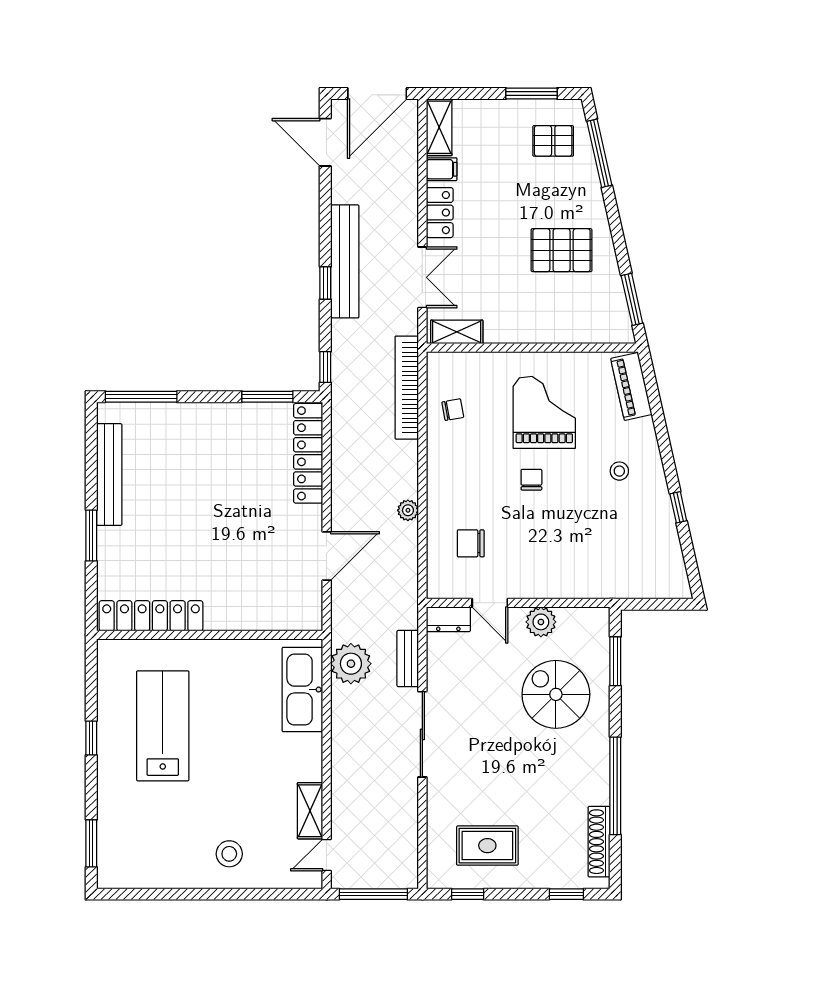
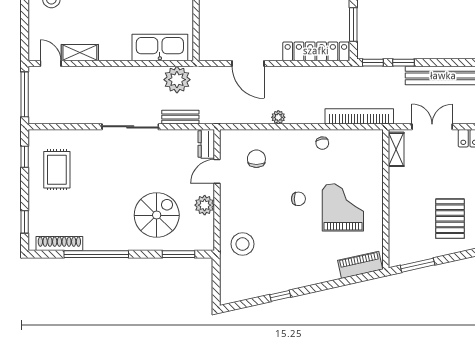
double door: (422, 277) -> (432, 127), swing flipped
window: (325, 283) -> (403, 63), moved
chair: (453, 410) -> (322, 143), moved
grand piano: (544, 412) -> (343, 207), turned -90
stool: (619, 471) -> (242, 244), moved, width x1.89, depth x1.89

